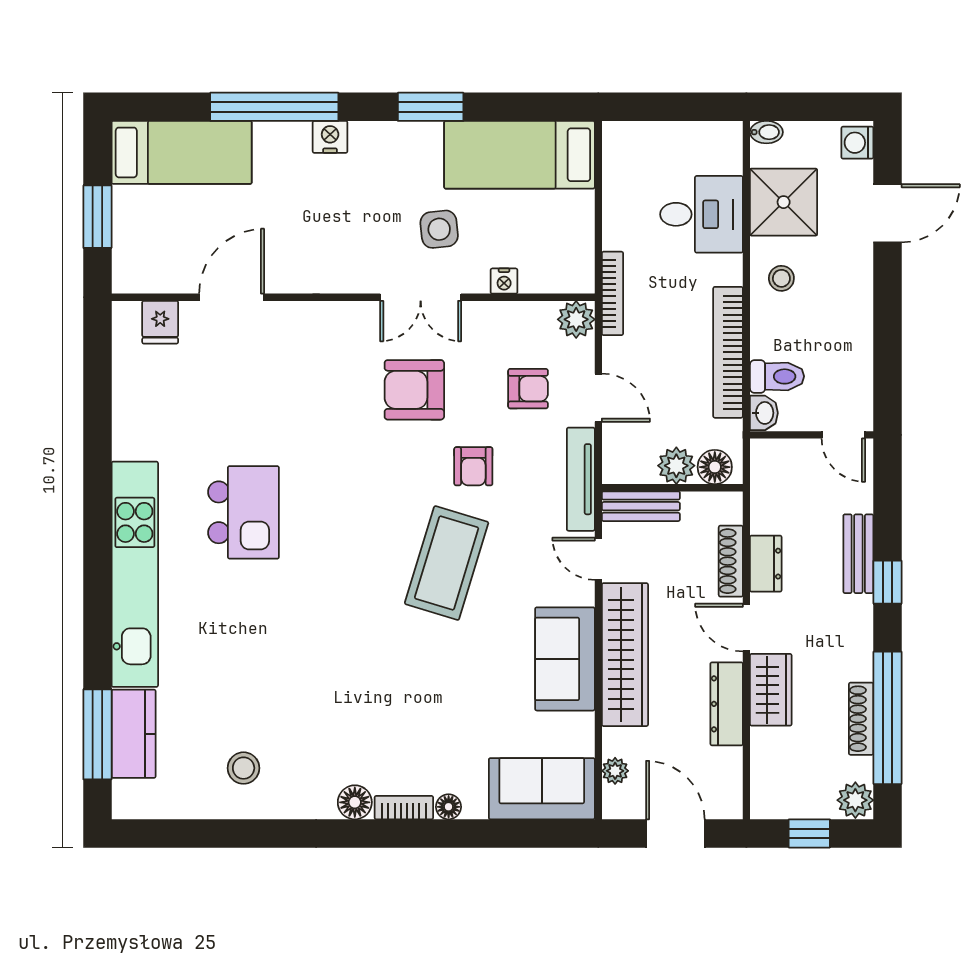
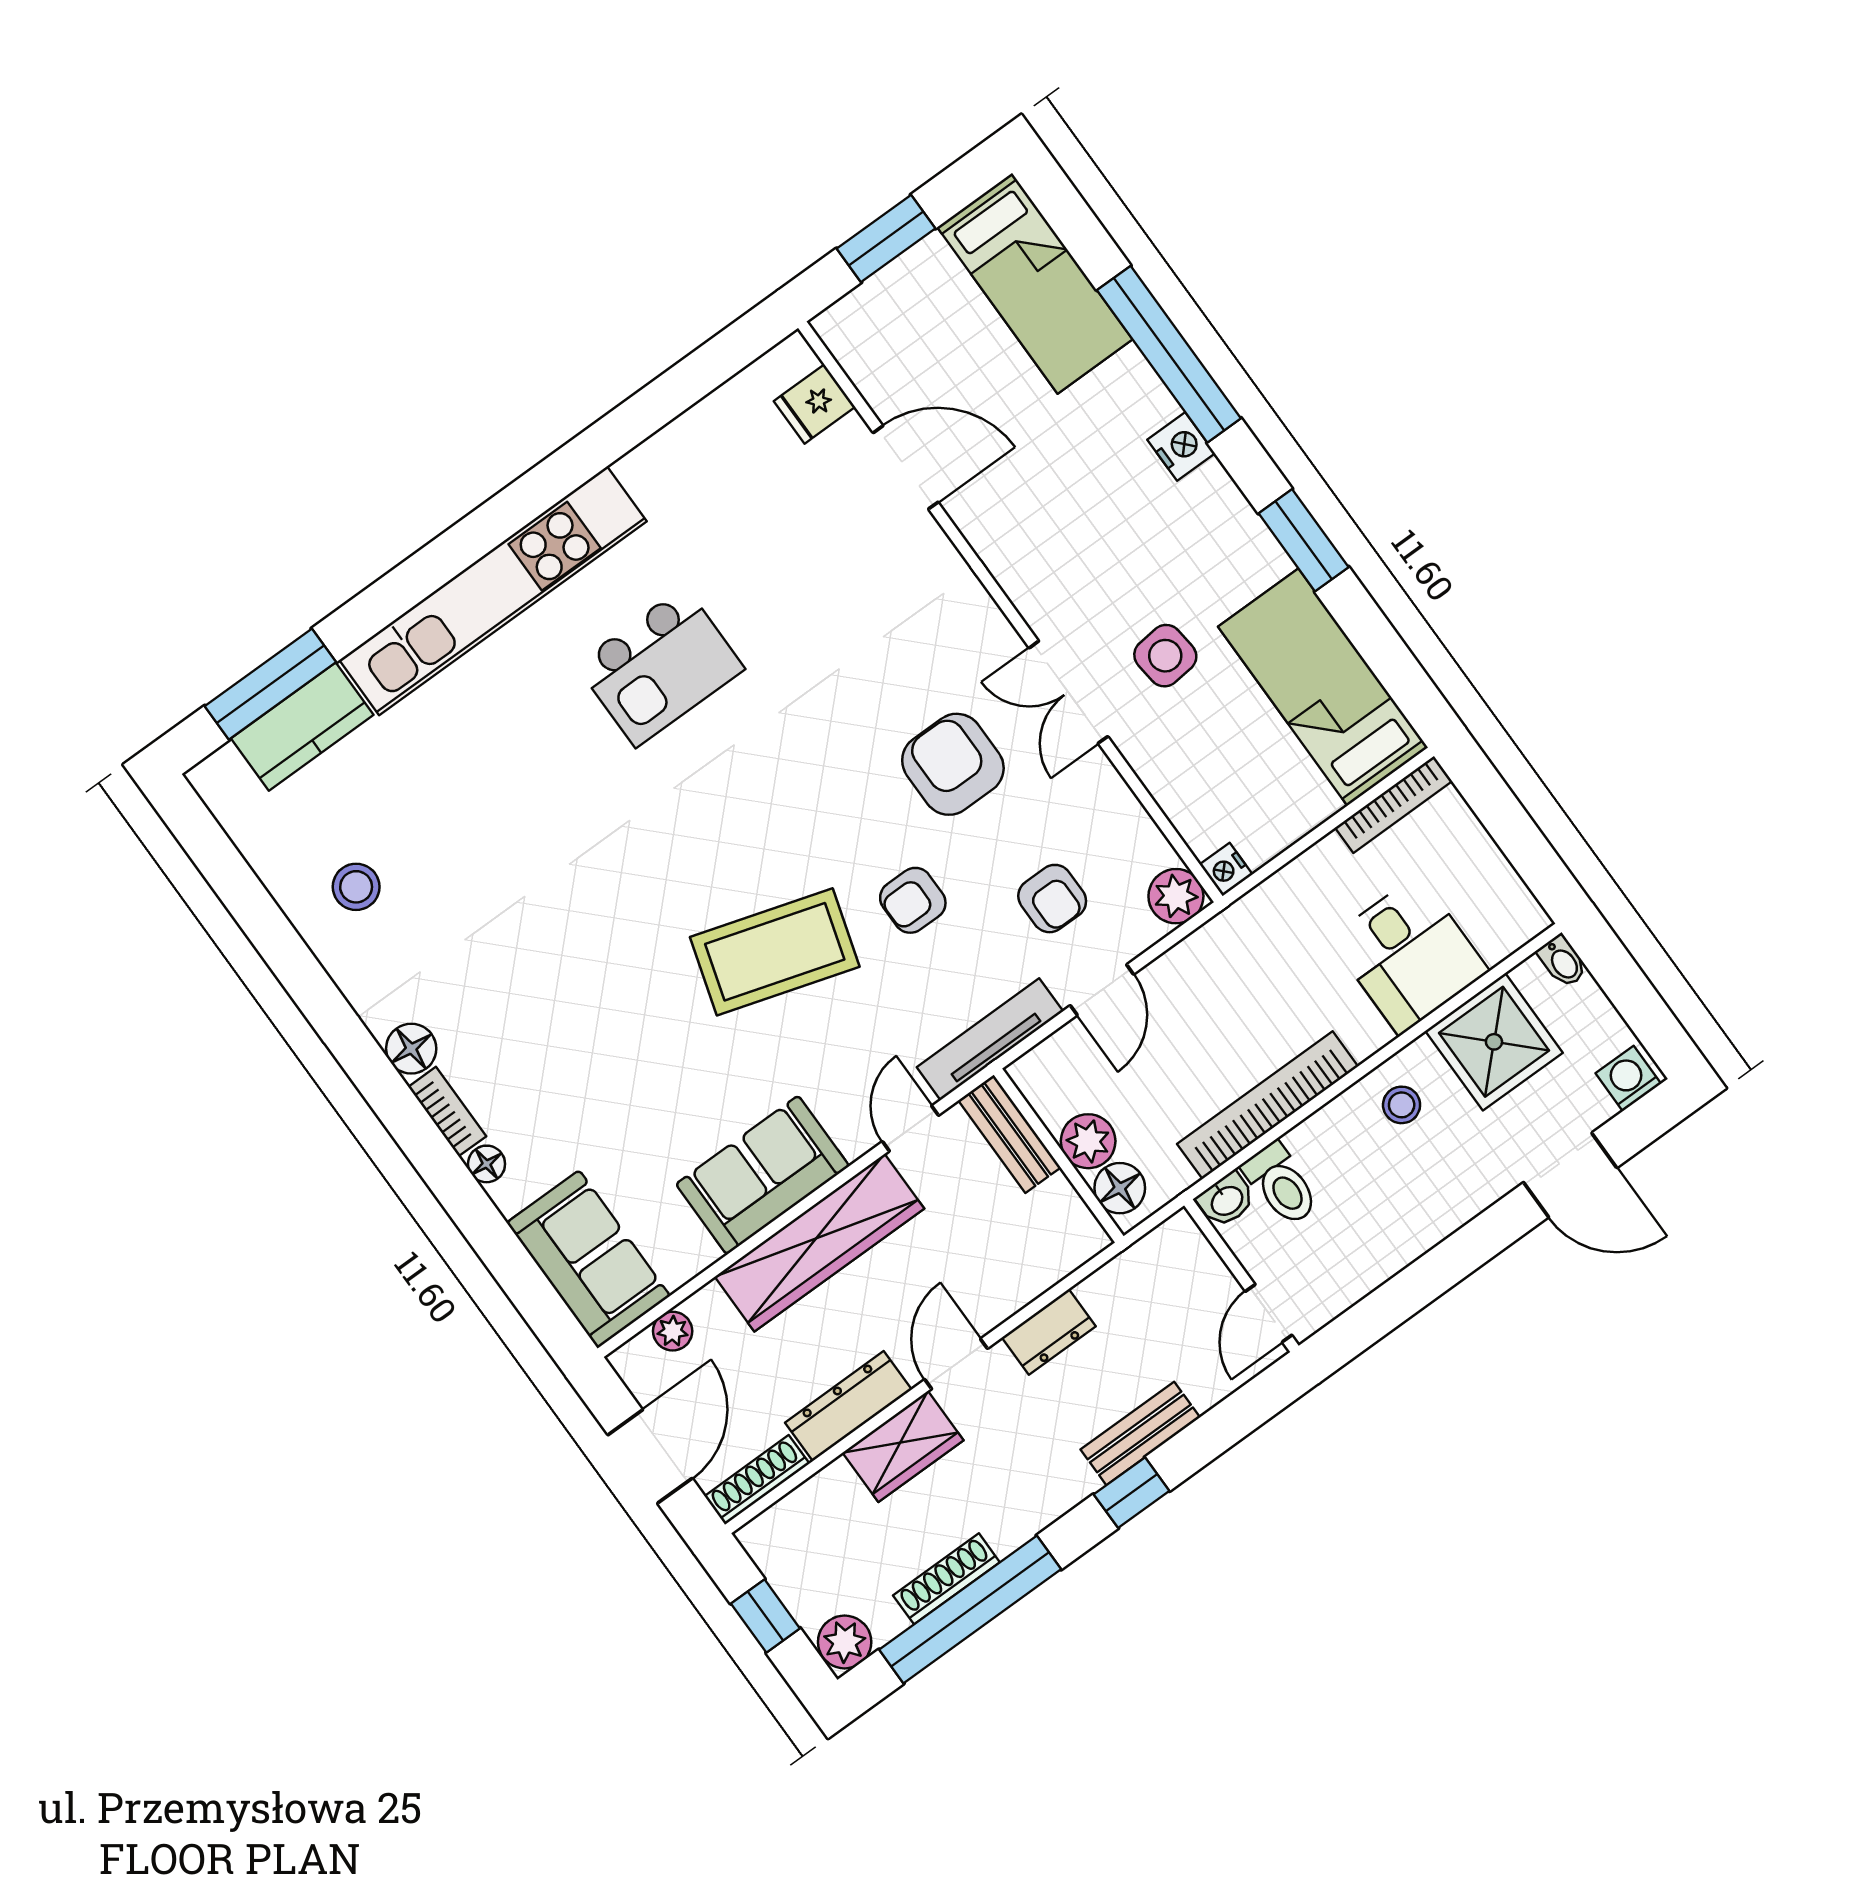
nightstand: (504, 281) -> (1226, 869), moved
bookcase: (612, 293) -> (1394, 804), moved
shoe rack: (731, 561) -> (757, 1480), moved

